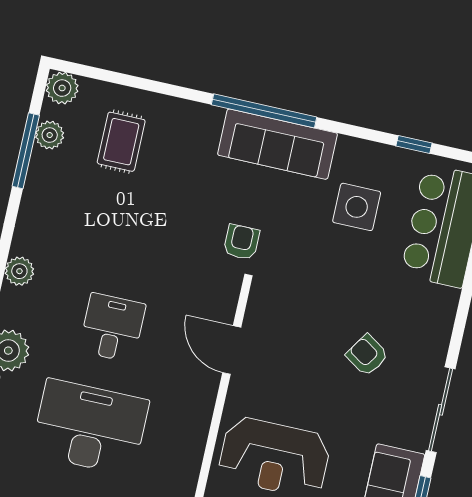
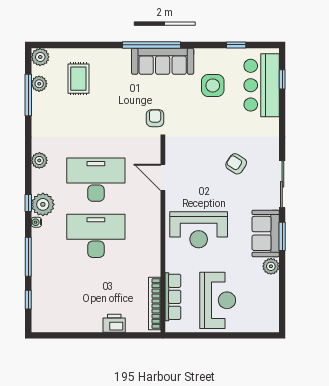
desk: (112, 328) -> (96, 180), width x1.87, depth x1.30

